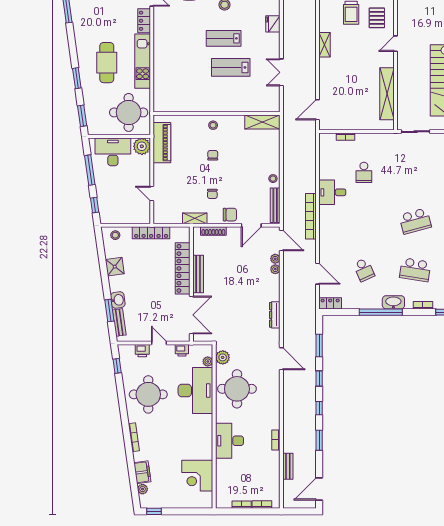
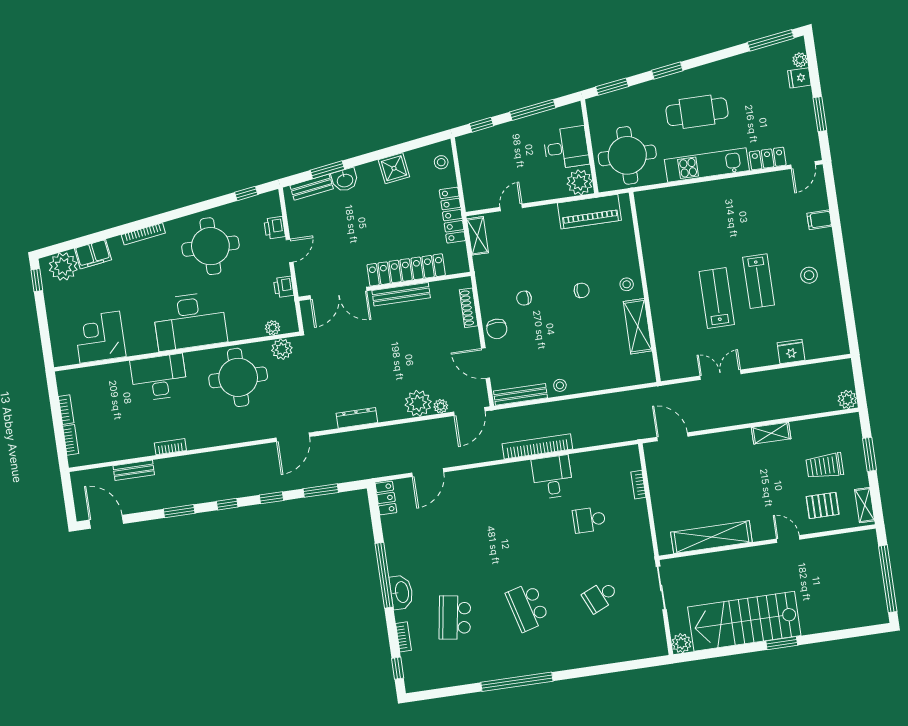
lab bench: (224, 38) -> (759, 281), turned 180
shelving: (262, 122) -> (638, 326), moved
desk: (113, 152) -> (566, 148), width x0.73
bookcase: (311, 216) -> (537, 446), moved
shelving: (195, 218) -> (478, 236), moved
plant: (275, 269) -> (418, 403), width x1.87, depth x1.87
school desk: (364, 270) -> (600, 596), moved
desk: (195, 390) -> (190, 321), moved
plant: (143, 489) -> (63, 266), width x1.87, depth x1.87

